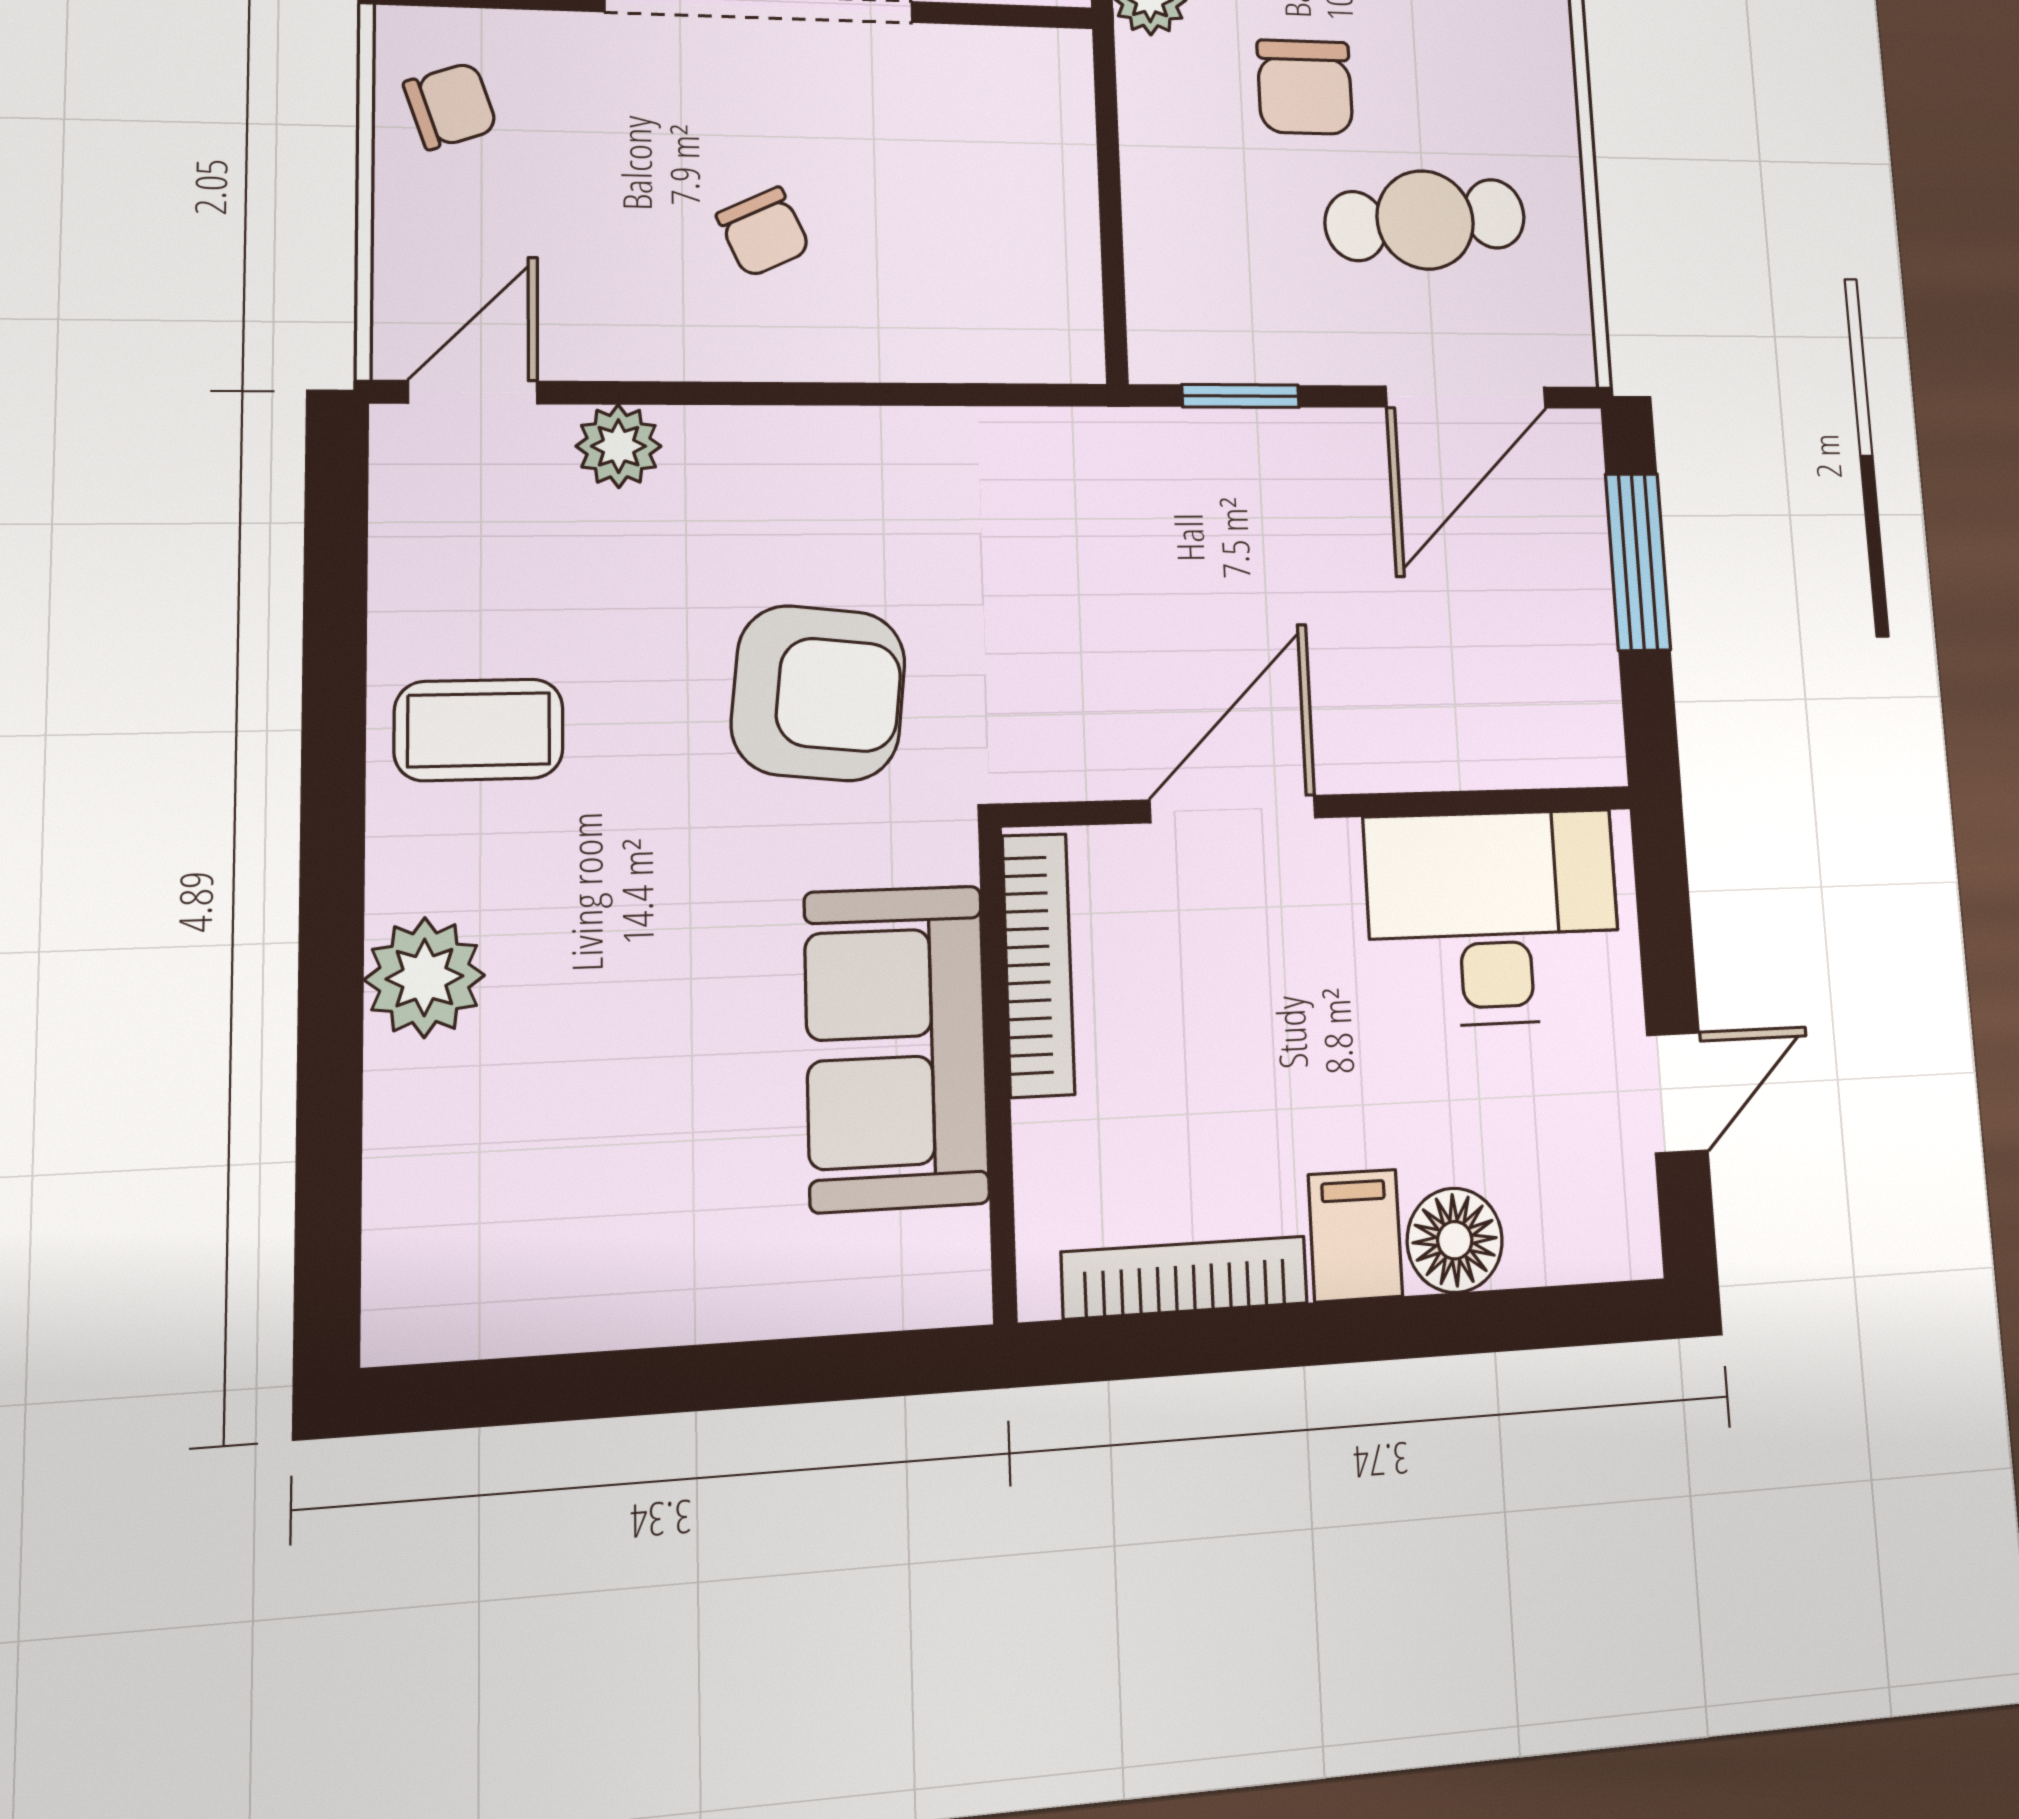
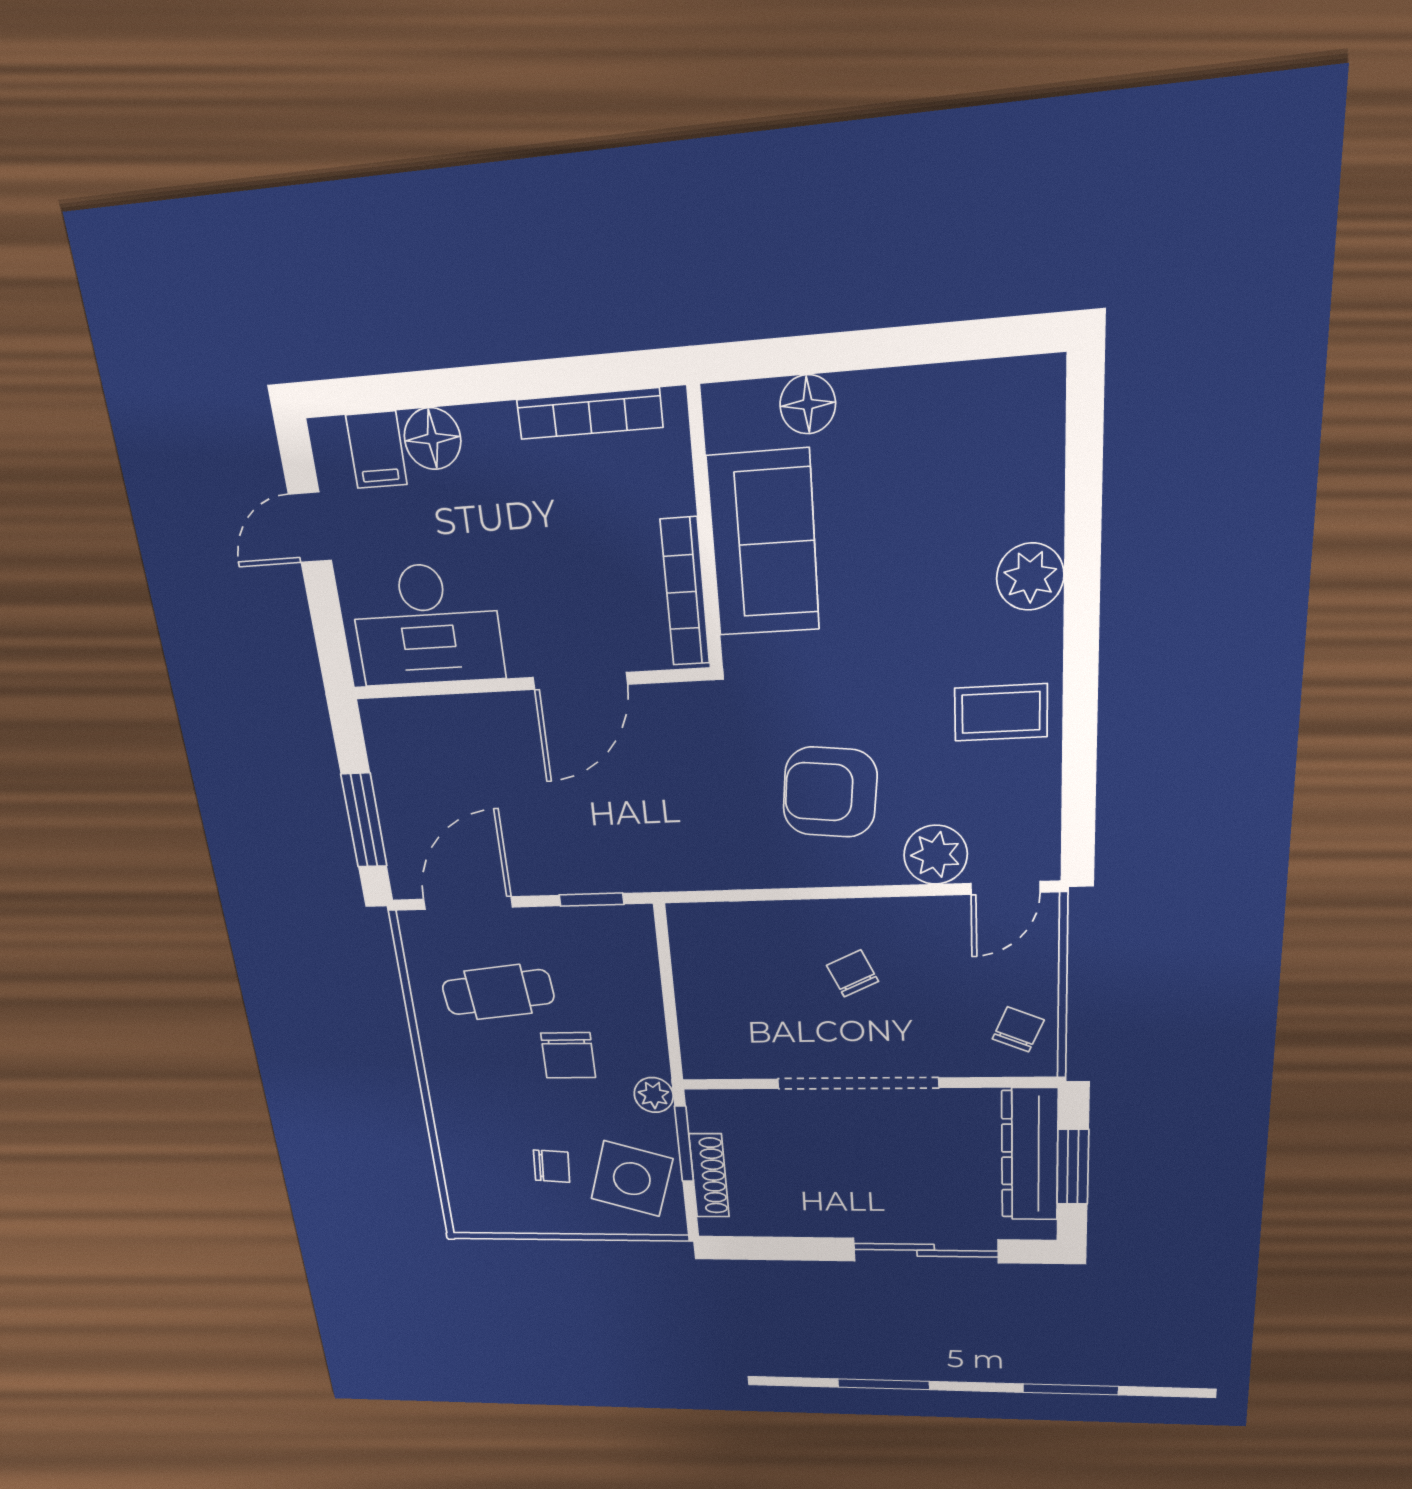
chair: (1305, 87) -> (568, 1055), turned 180
chair: (451, 106) -> (1018, 1029), turned 132
plant: (619, 446) -> (936, 855), width x1.38, depth x1.38
armchair: (818, 693) -> (830, 792), moved
filing cabinet: (1355, 1235) -> (376, 450), moved
floor lamp: (810, 1287) -> (808, 404), added

